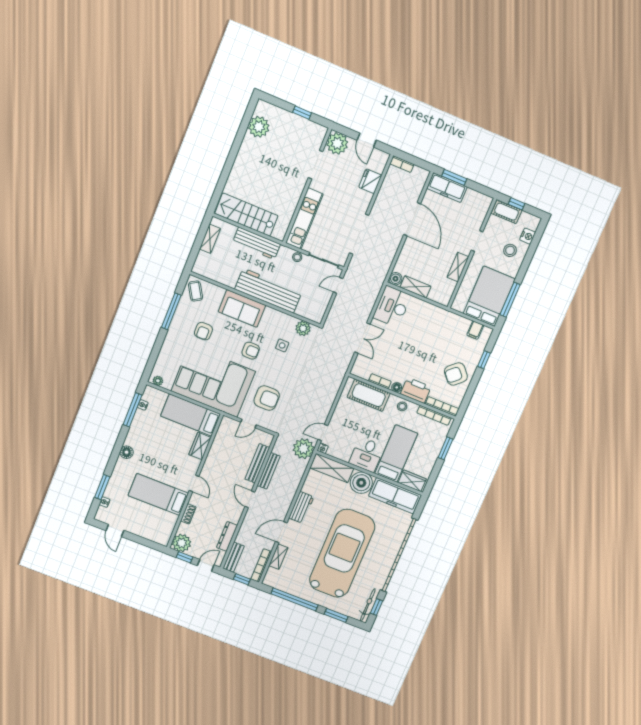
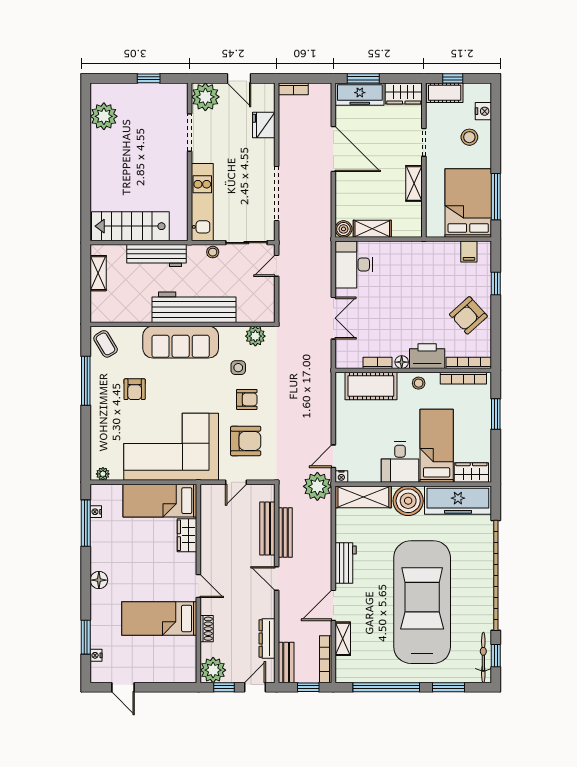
wardrobe: (478, 200) -> (404, 94), added
sofa: (242, 308) -> (181, 342), width x1.36
armchair: (251, 351) -> (247, 399), moved

